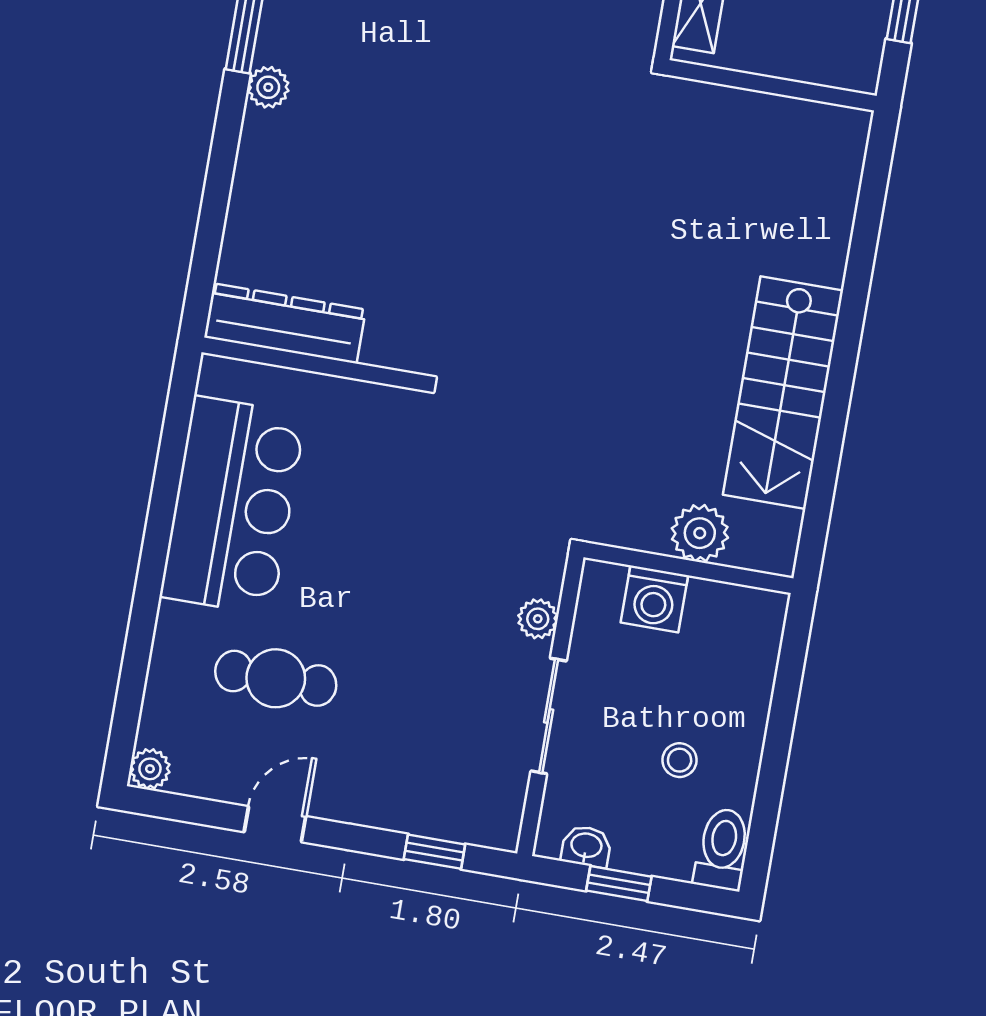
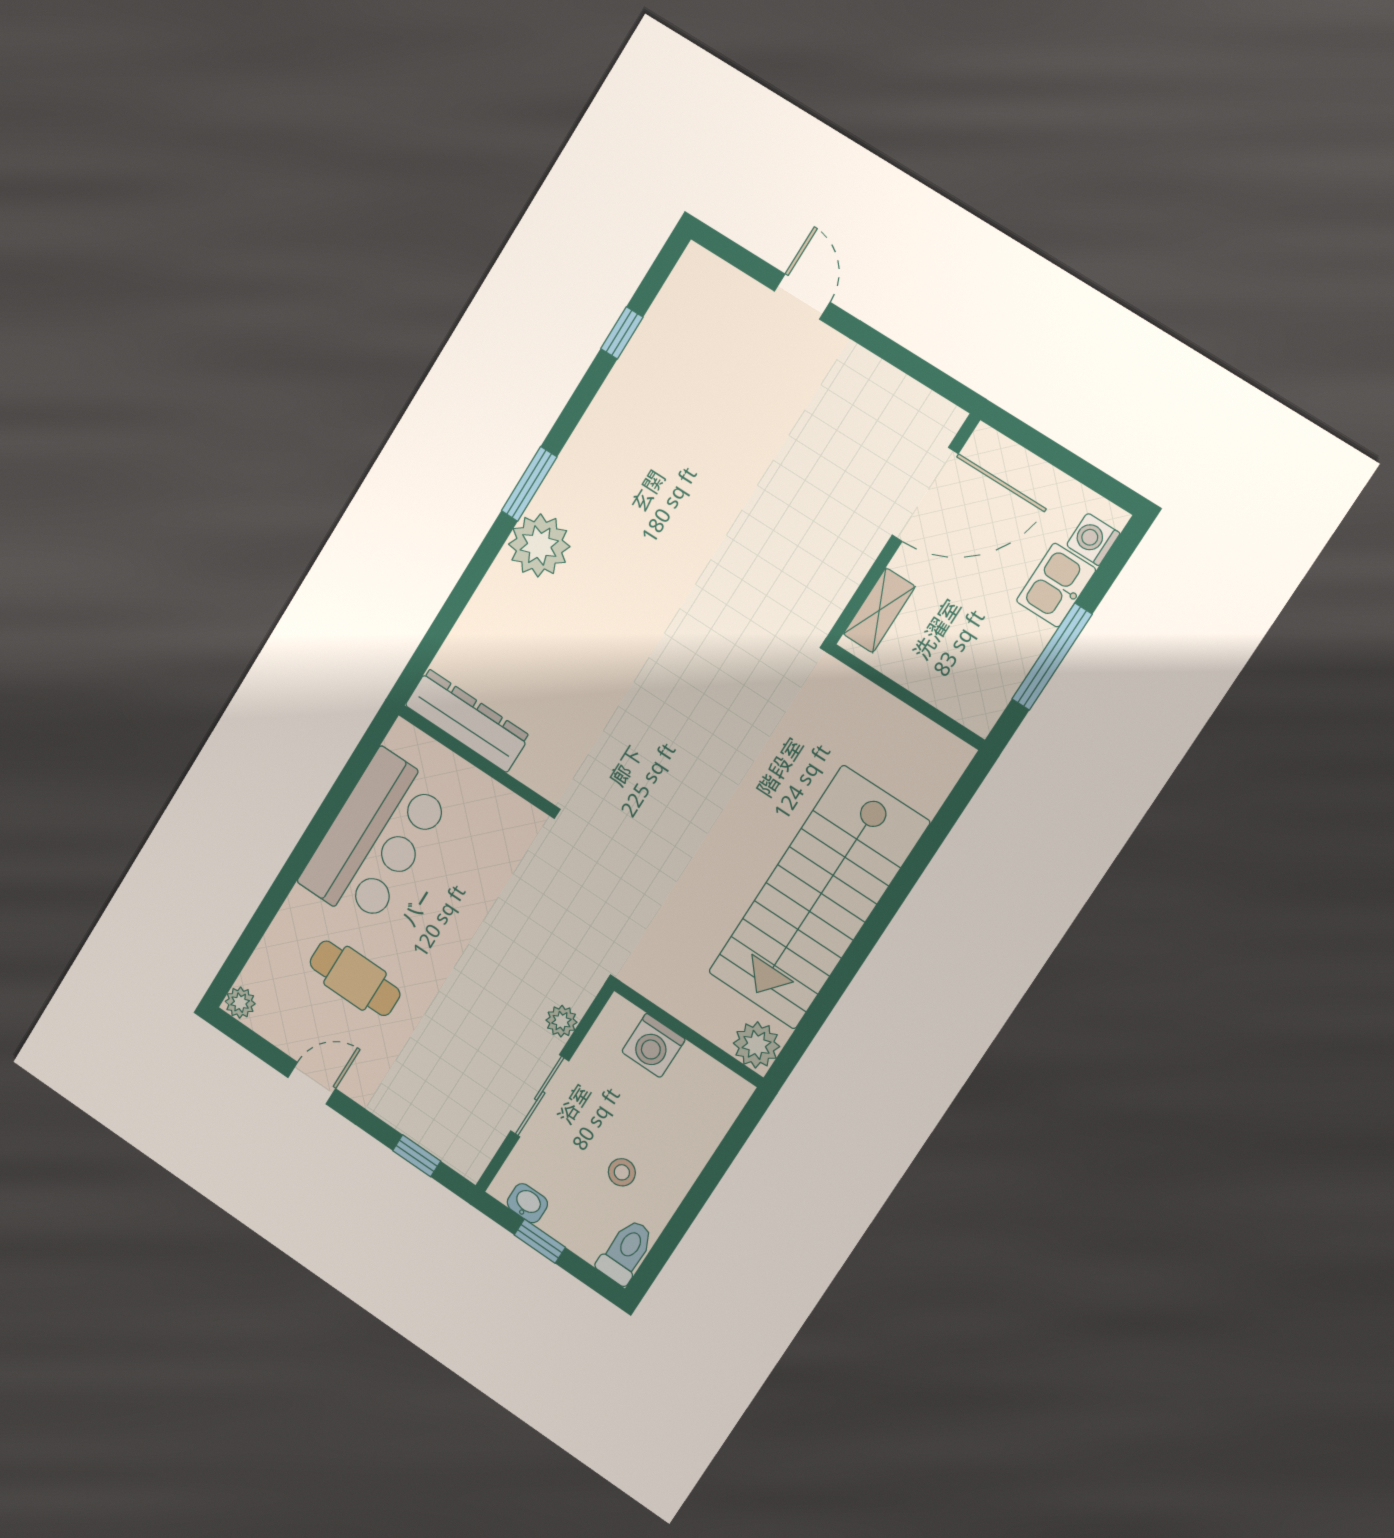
plant: (268, 87) -> (539, 545), width x1.88, depth x1.88
stairs: (783, 393) -> (819, 898), width x1.36, depth x1.51
plant: (700, 533) -> (757, 1045), moved

